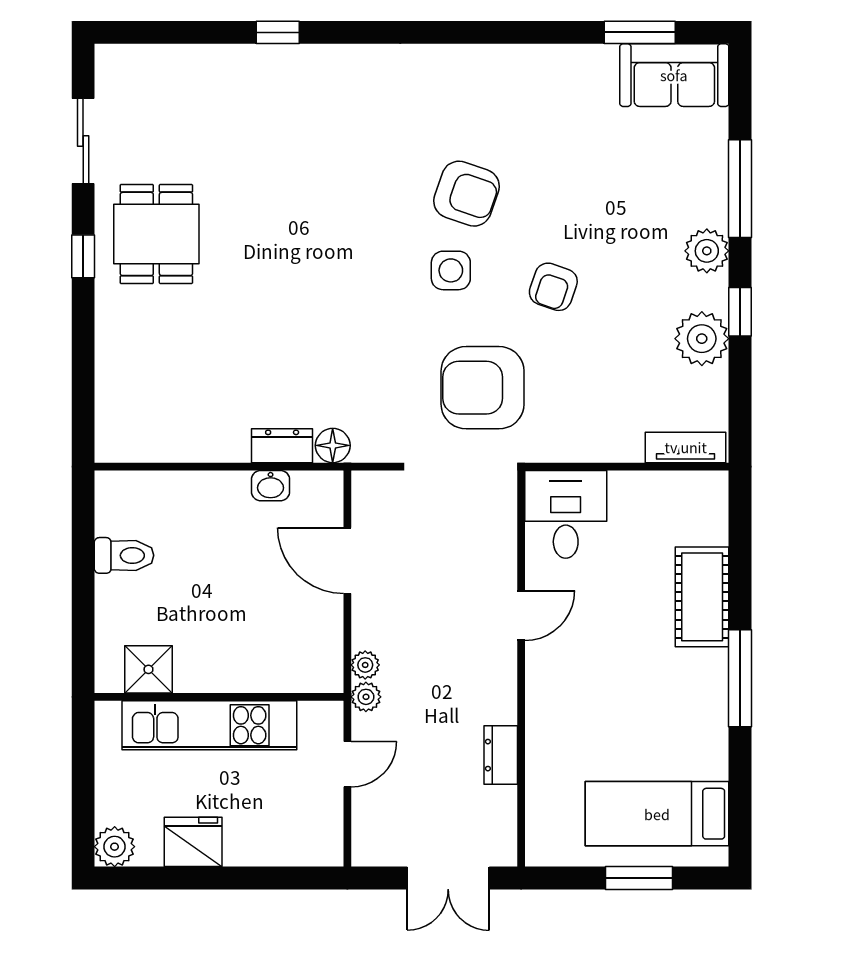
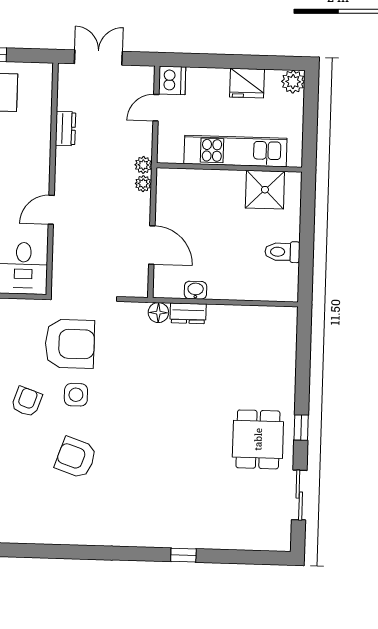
side table: (451, 270) -> (76, 395), moved
shower: (148, 669) -> (265, 190), width x1.36, depth x1.36
door: (347, 764) -> (156, 108), moved
dishwasher: (321, 843) -> (172, 80), added

